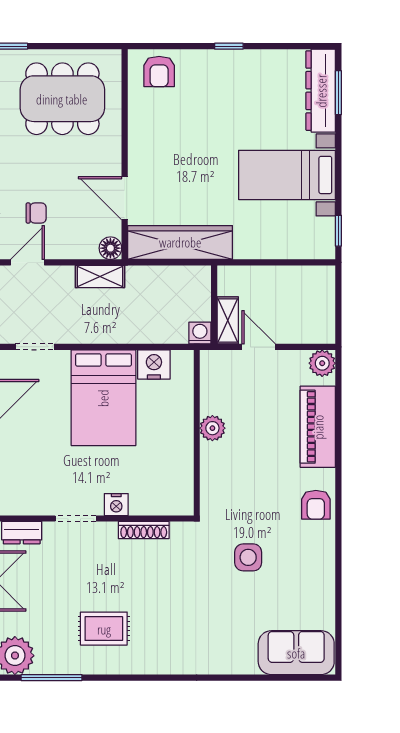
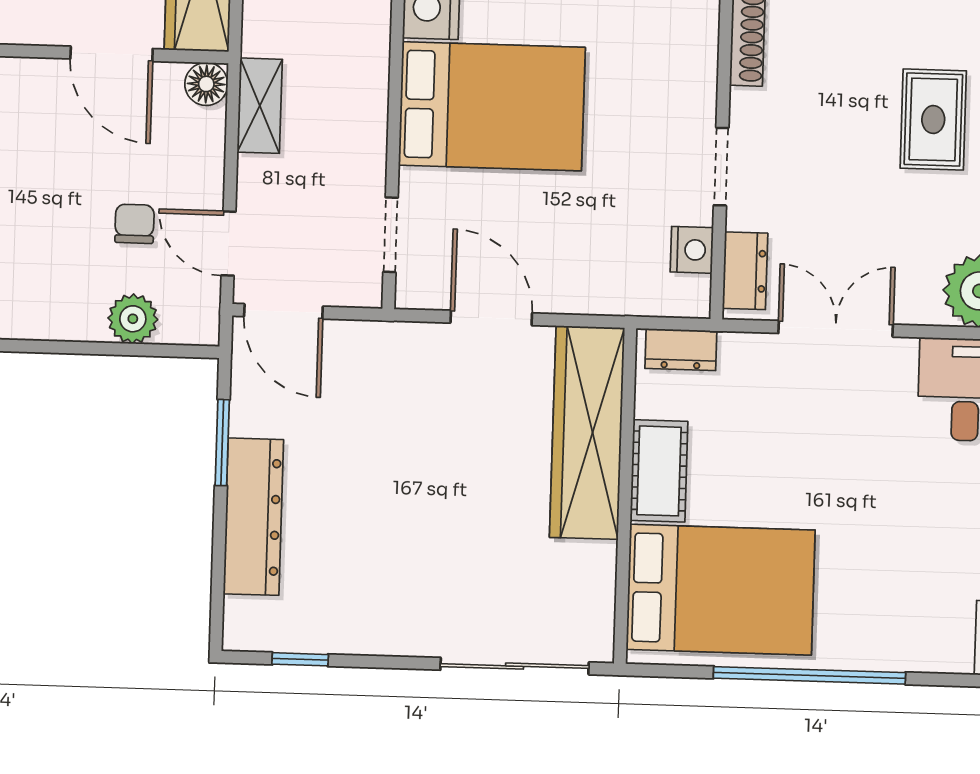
door: (125, 198) -> (112, 54), hinge flipped
nightstand: (116, 505) -> (692, 250), moved

